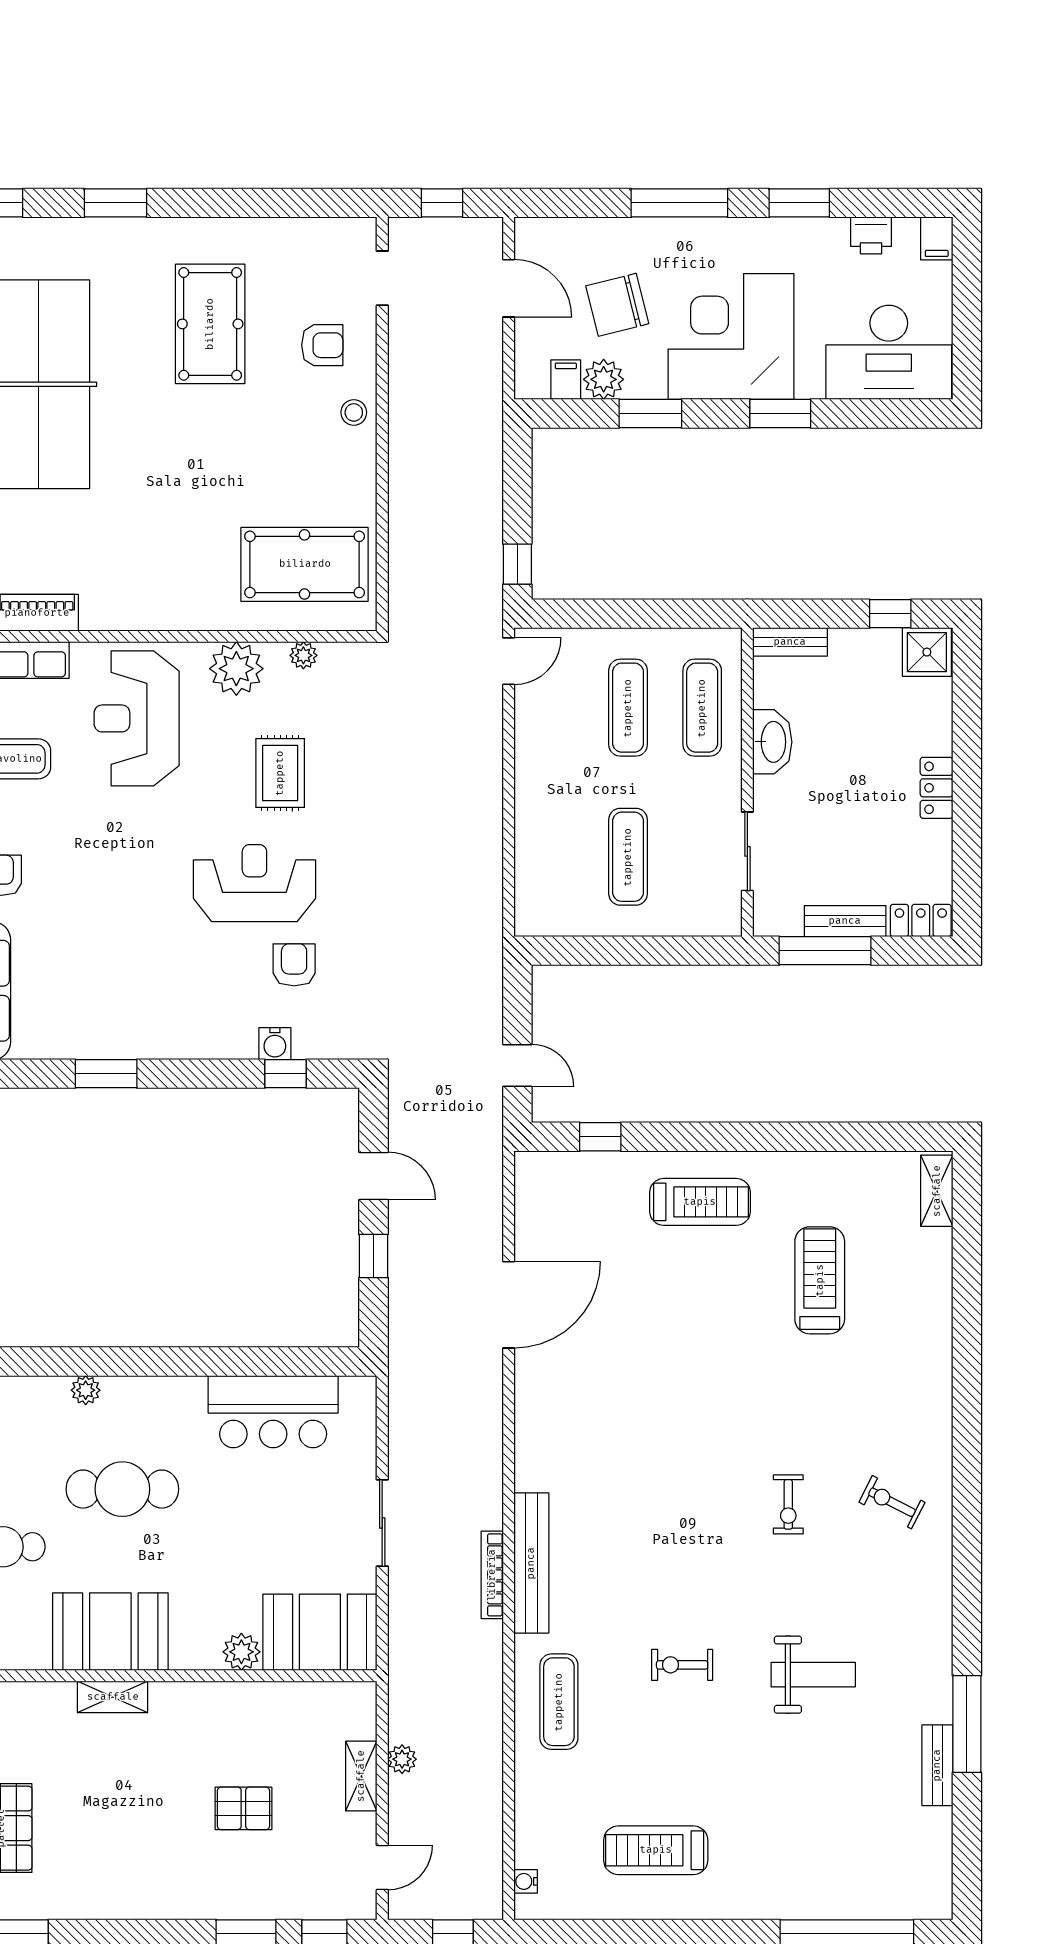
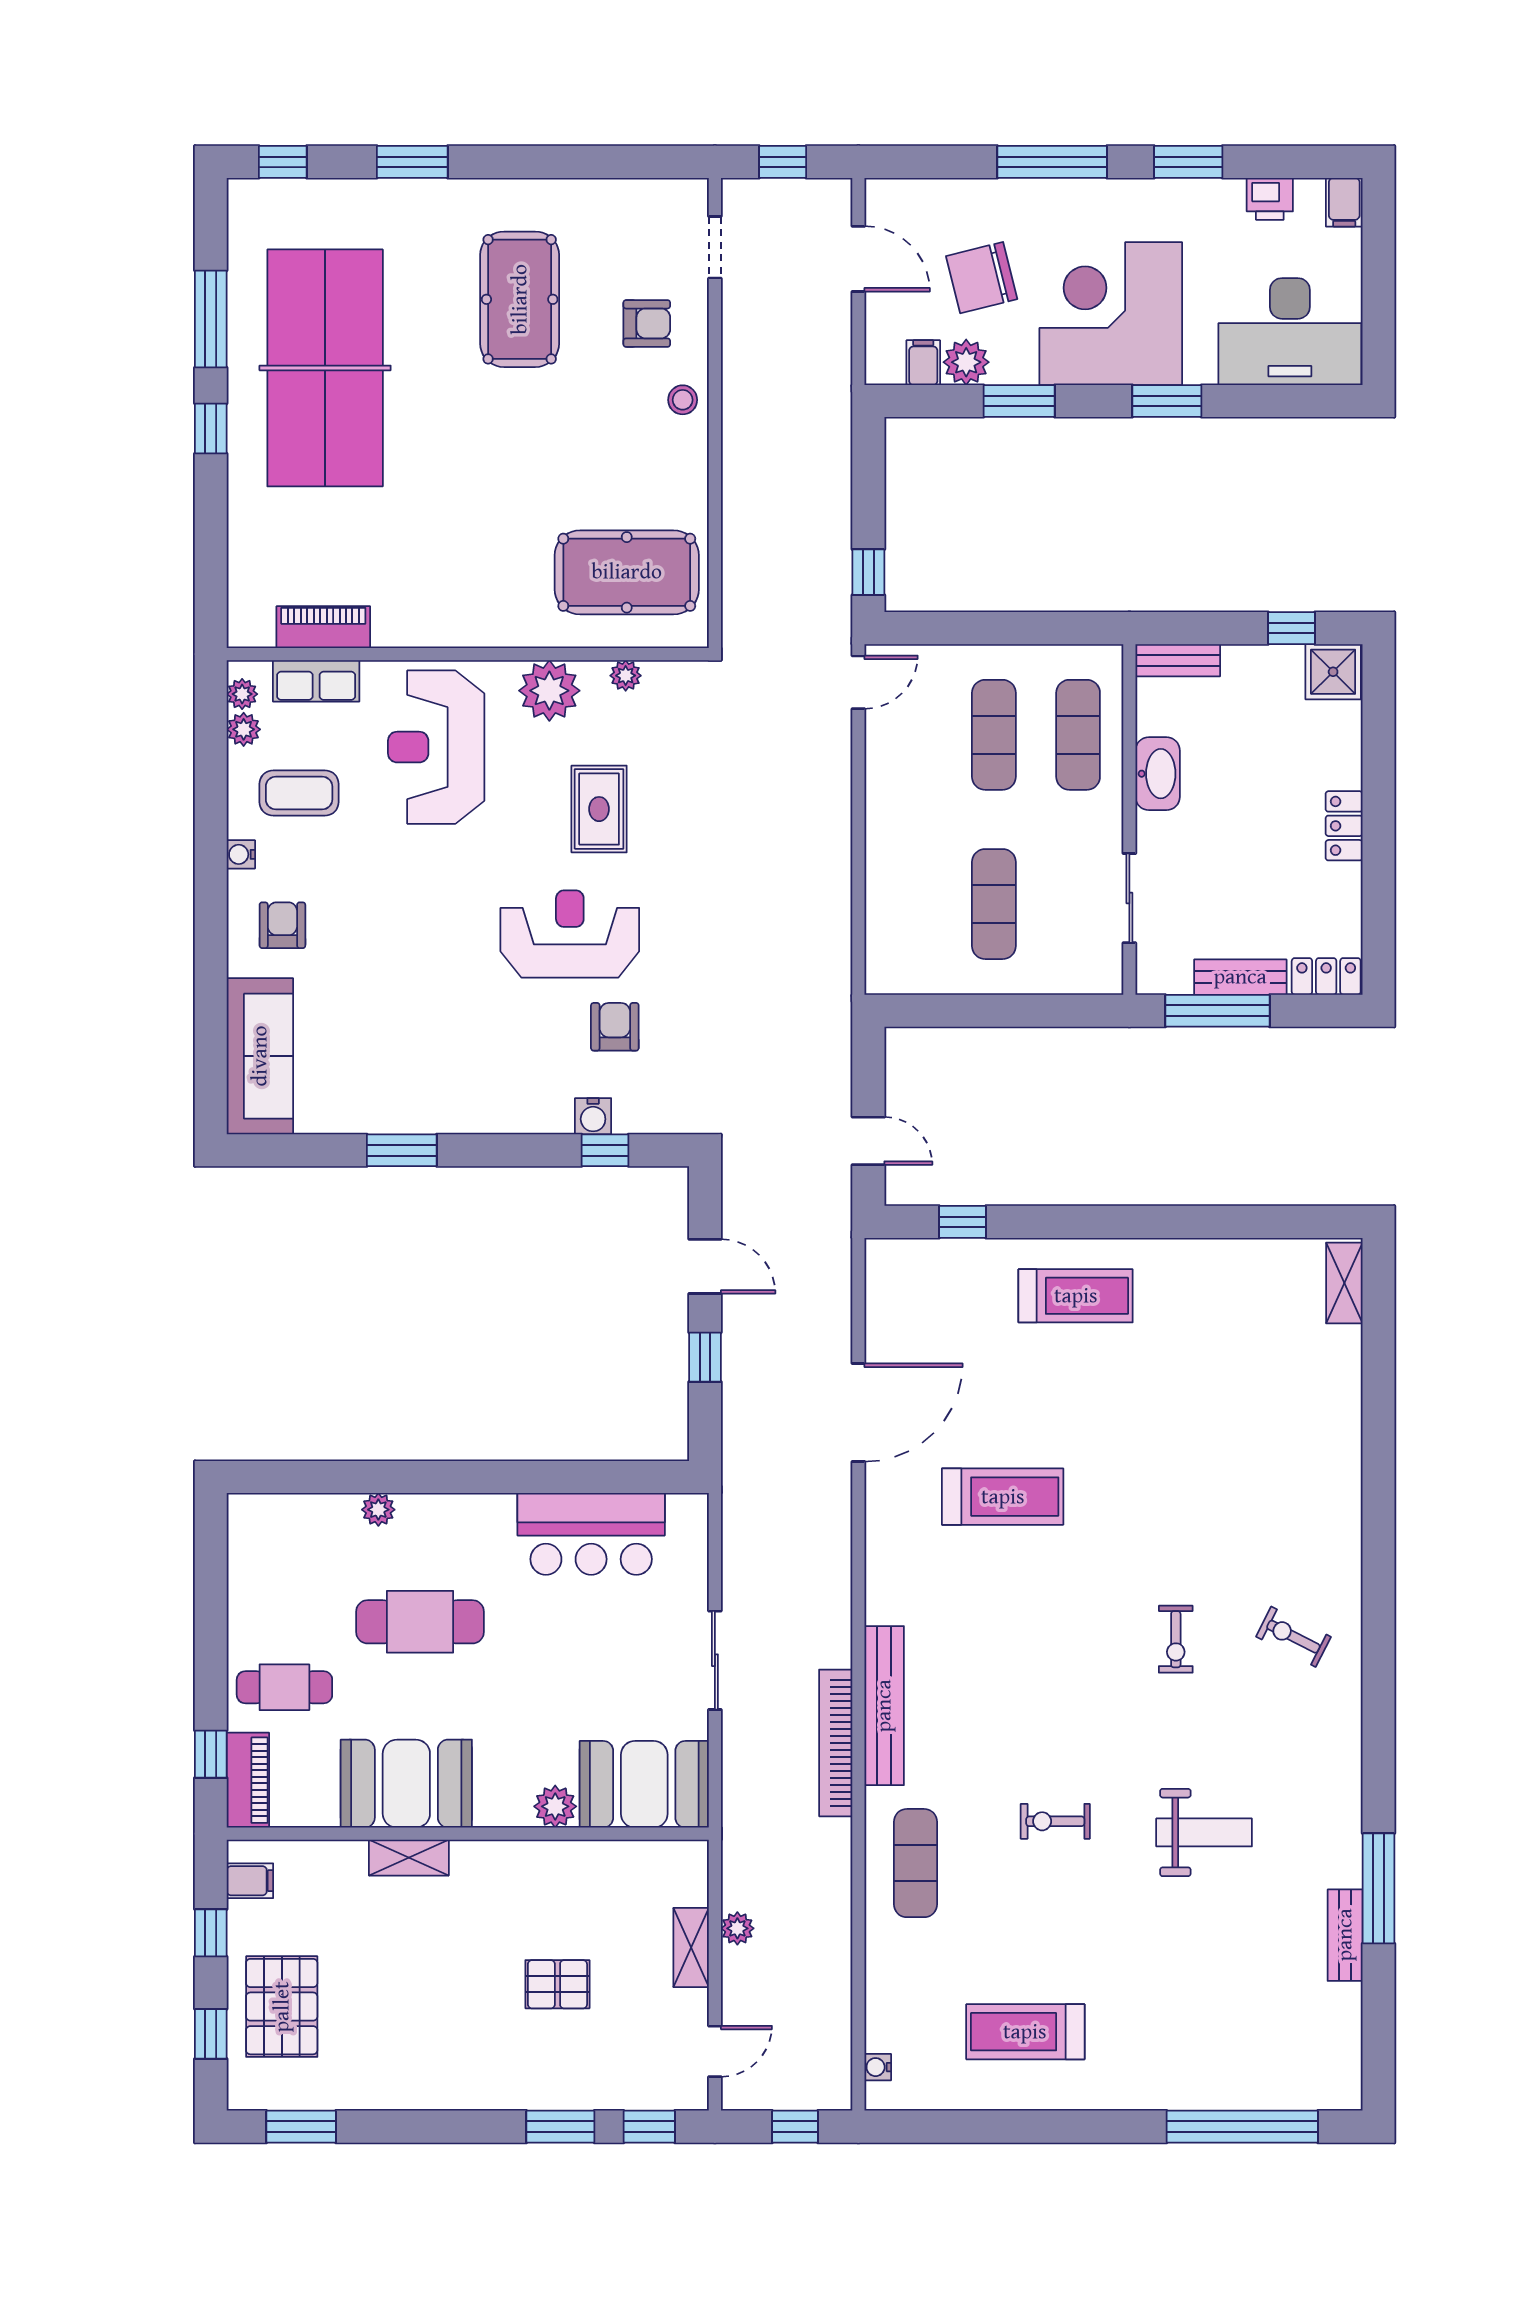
treadmill: (820, 1280) -> (1003, 1497), moved, turned 90
bookcase: (492, 1575) -> (836, 1743), width x1.48, depth x1.31

